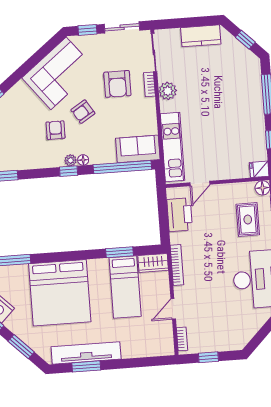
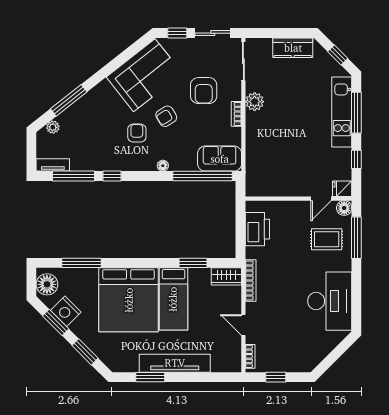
bookcase: (149, 84) -> (236, 114), moved
kitchen unit: (172, 147) -> (342, 112), moved, turned 180
plant: (71, 160) -> (150, 165), removed
window: (69, 171) -> (112, 176), moved
door: (200, 183) -> (321, 199), moved
rug: (248, 220) -> (327, 239), turned 90
bed: (125, 287) -> (173, 299), moved
door: (173, 309) -> (243, 325), hinge flipped
tv unit: (86, 353) -> (175, 363), moved

